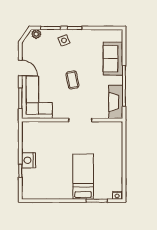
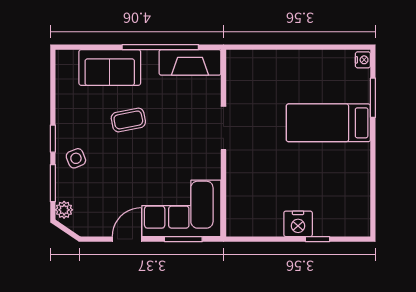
coffee table: (72, 80) -> (128, 120), moved

